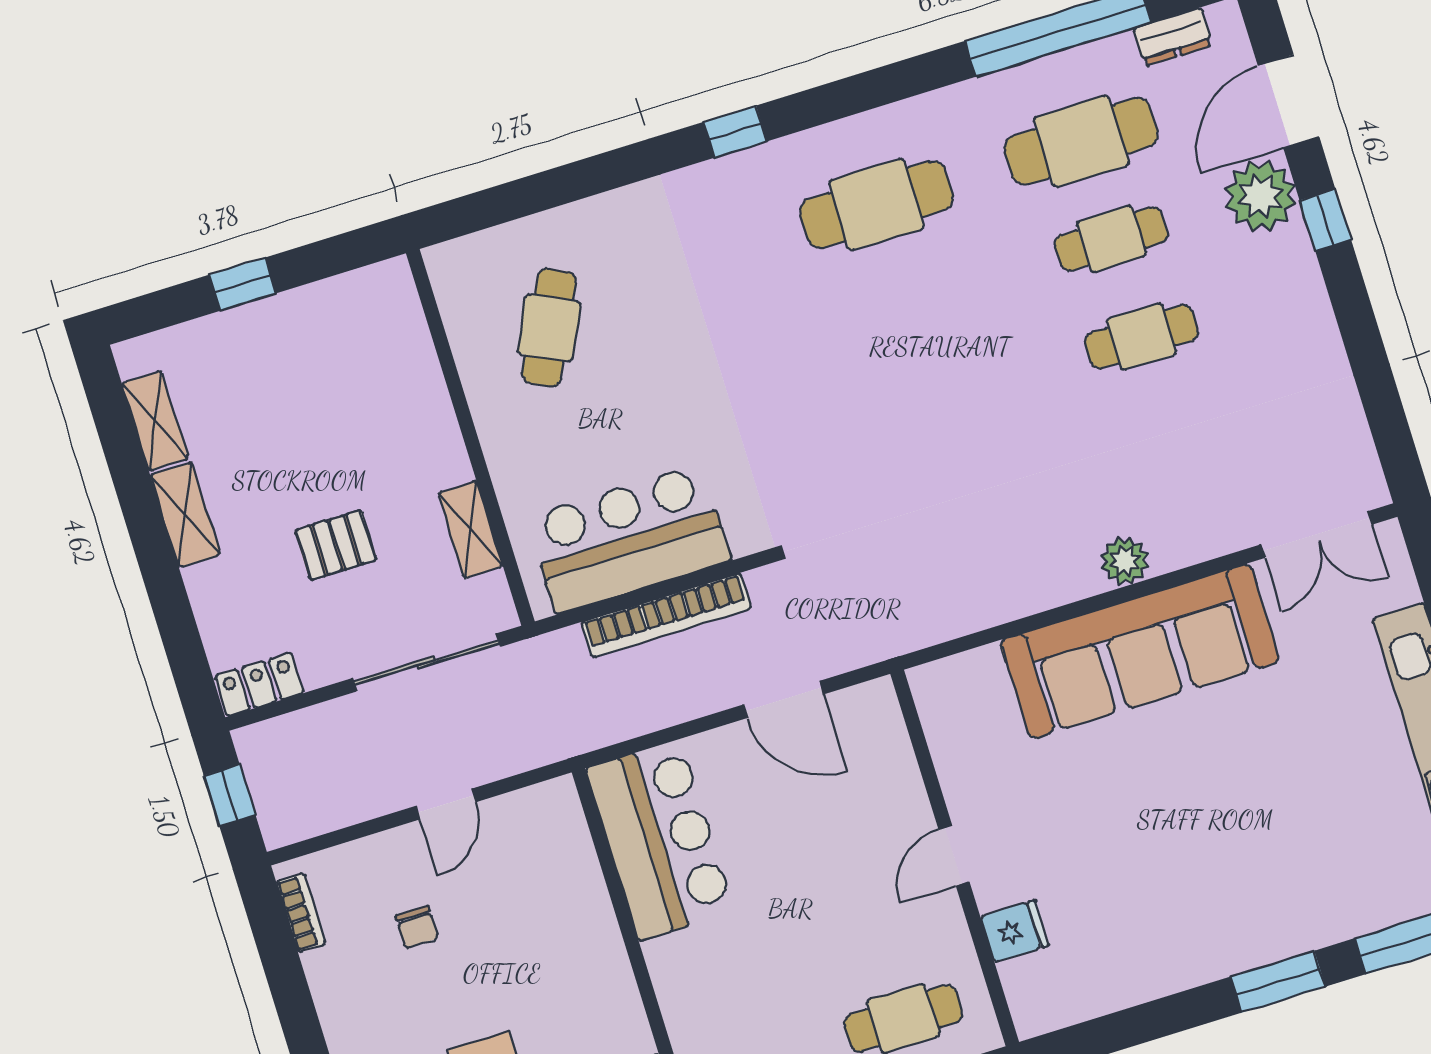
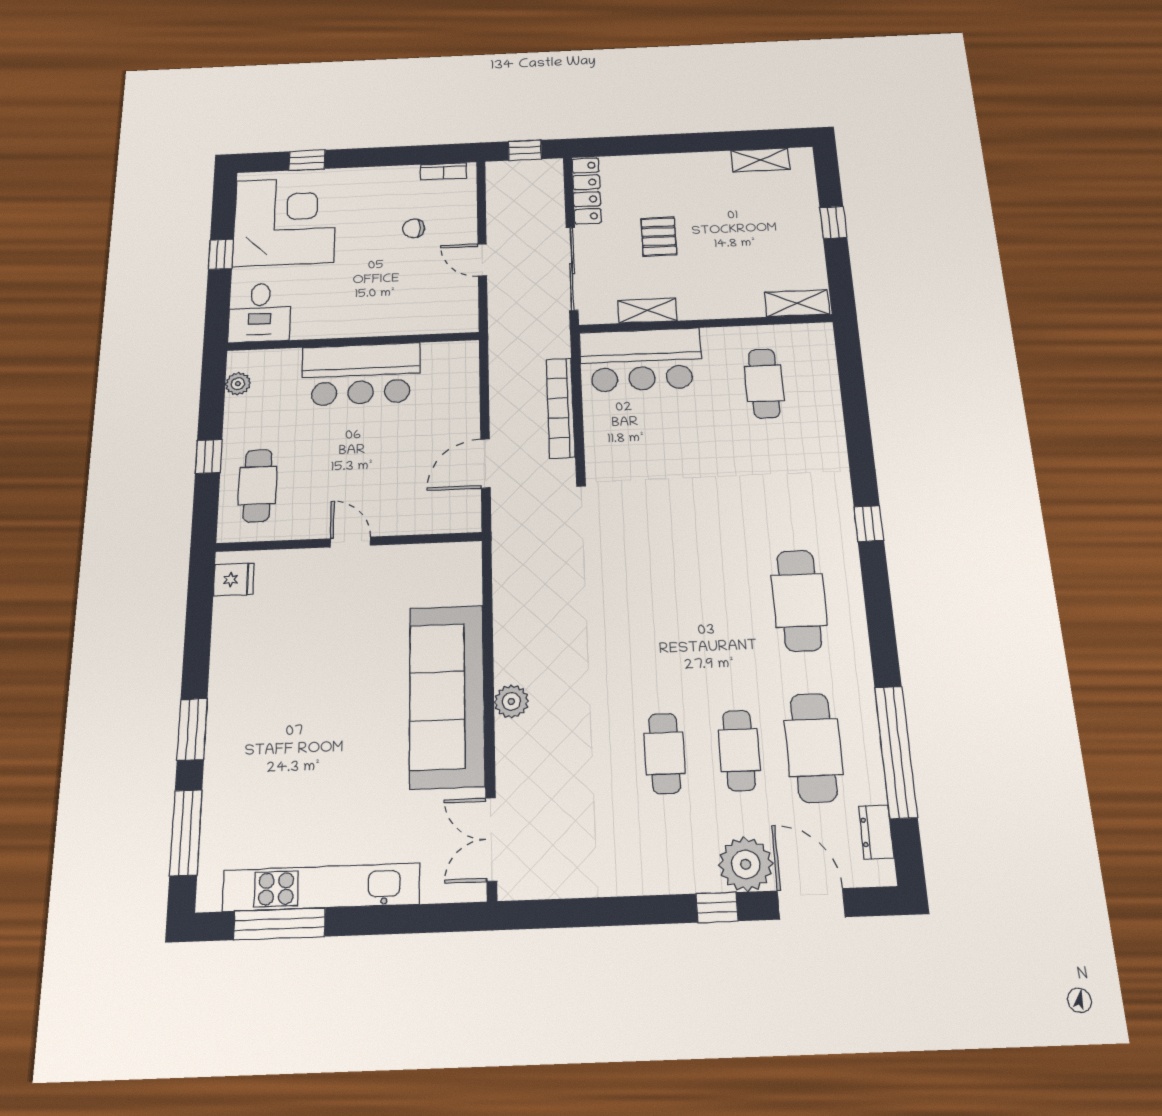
cafe table: (549, 328) -> (764, 383), turned 64
shelving: (185, 515) -> (797, 303), moved
bar counter: (629, 539) -> (641, 360), moved, turned 90
locker: (259, 684) -> (587, 191), width x1.53
bar counter: (660, 840) -> (361, 374), moved
fridge: (1015, 931) -> (234, 579), moved, turned -90

